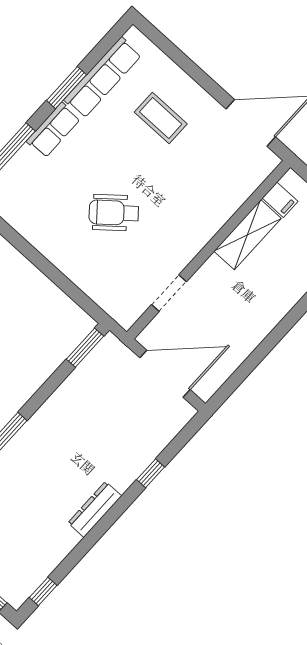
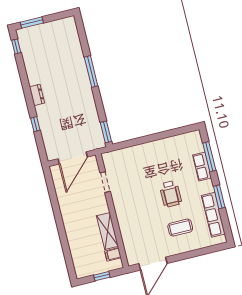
row of seats: (53, 130) -> (202, 167), moved
wheelchair: (114, 213) -> (171, 194), moved, turned 130
dresser: (95, 509) -> (37, 95), width x0.70

